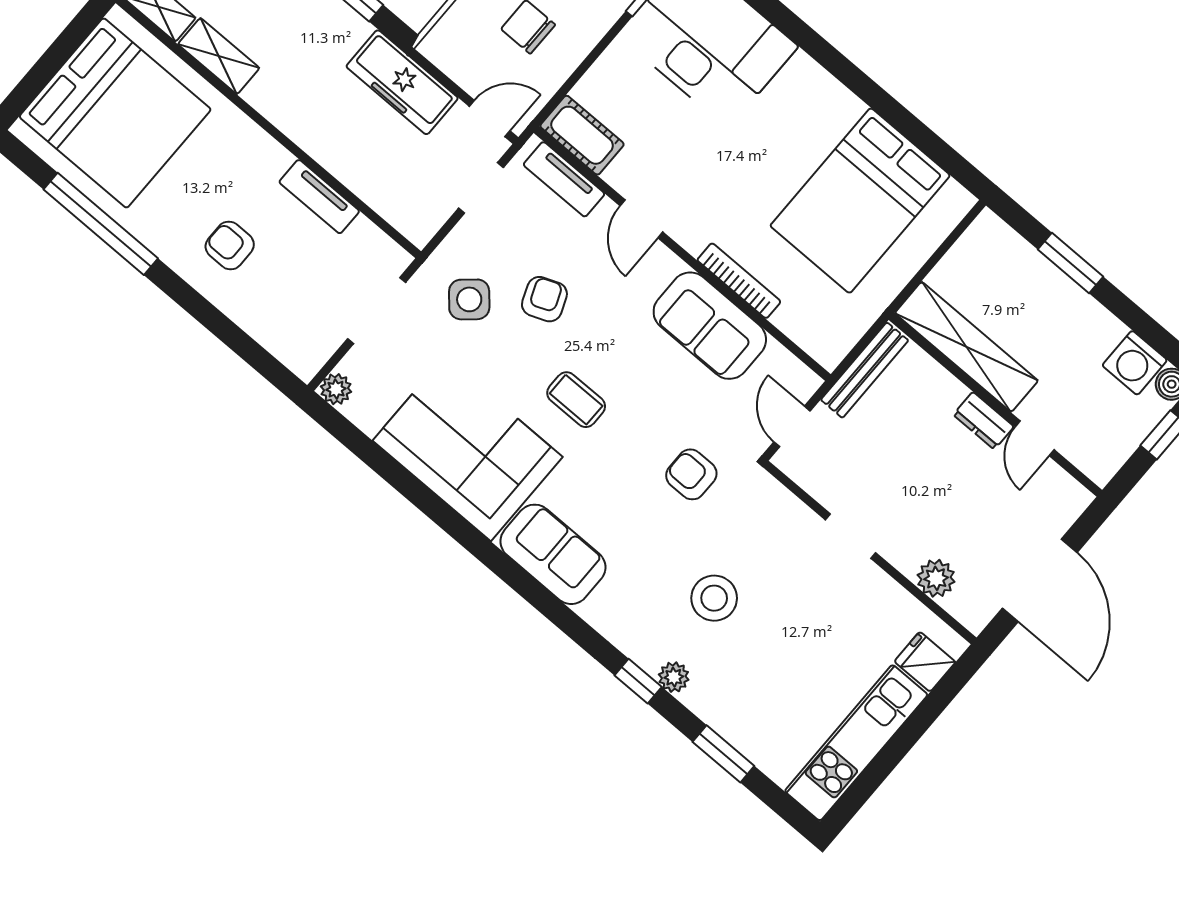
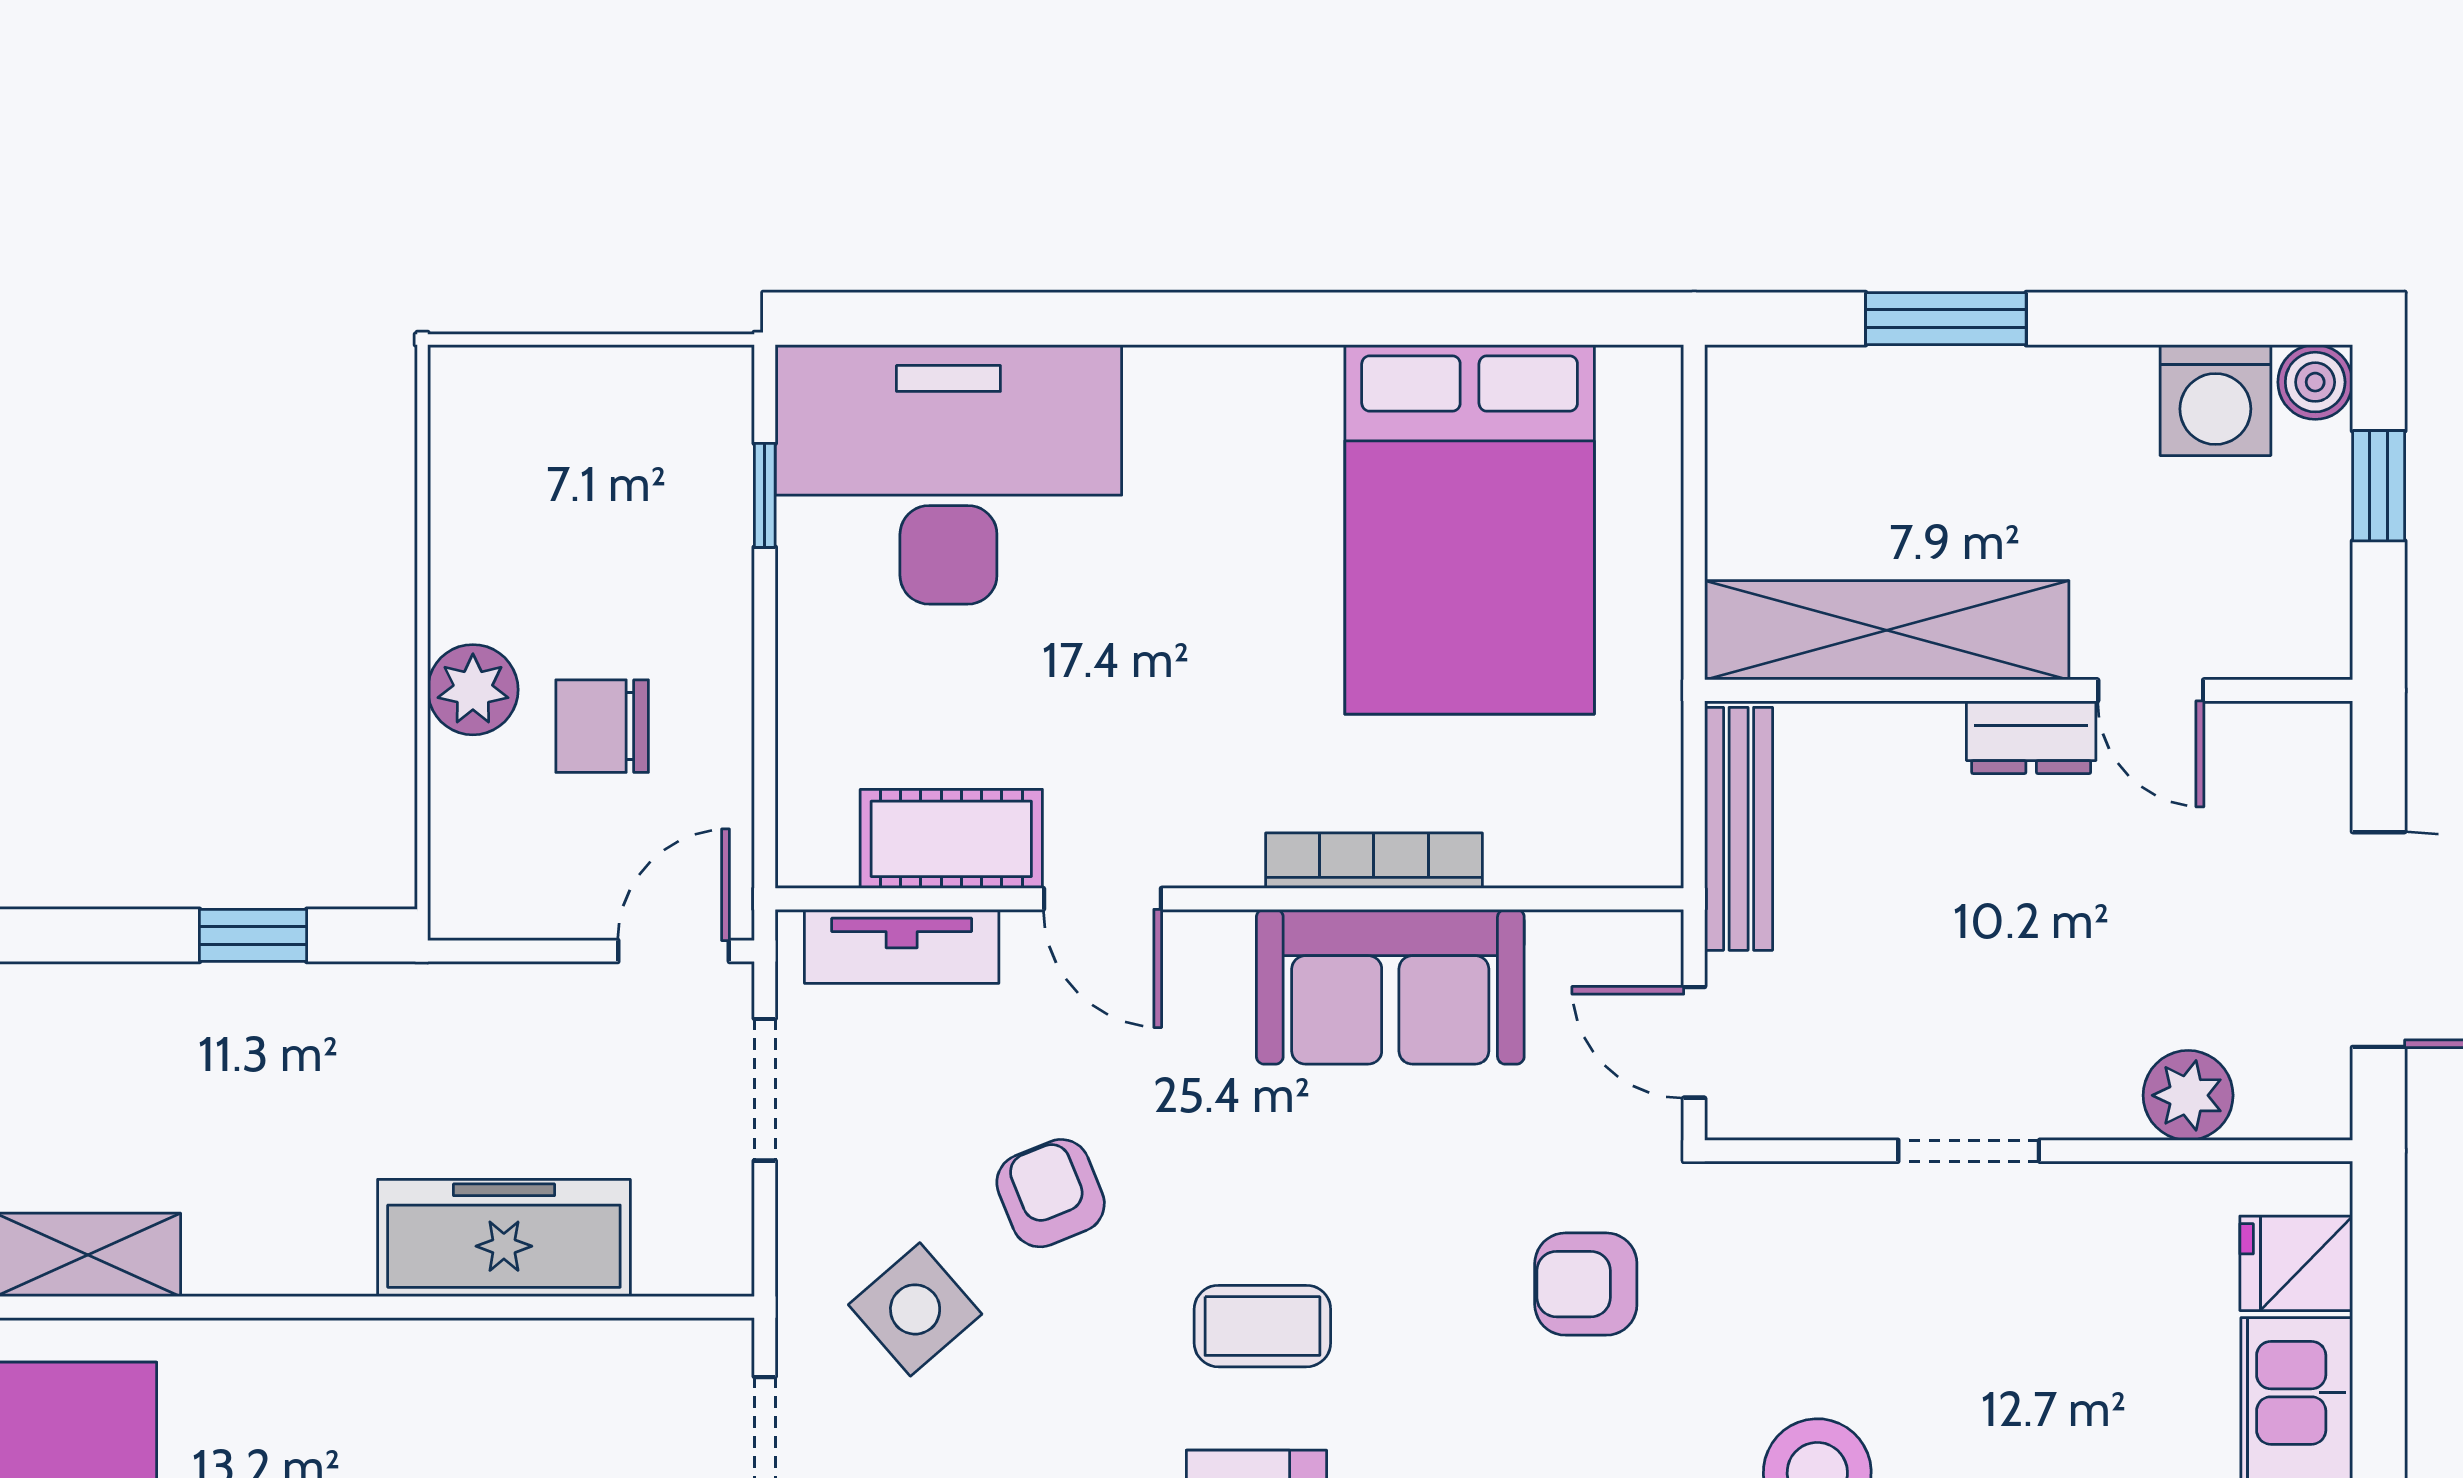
freezer: (402, 82) -> (504, 1238), moved, turned 180
cot: (582, 135) -> (951, 839), moved
tv unit: (319, 197) -> (486, 1354), removed

